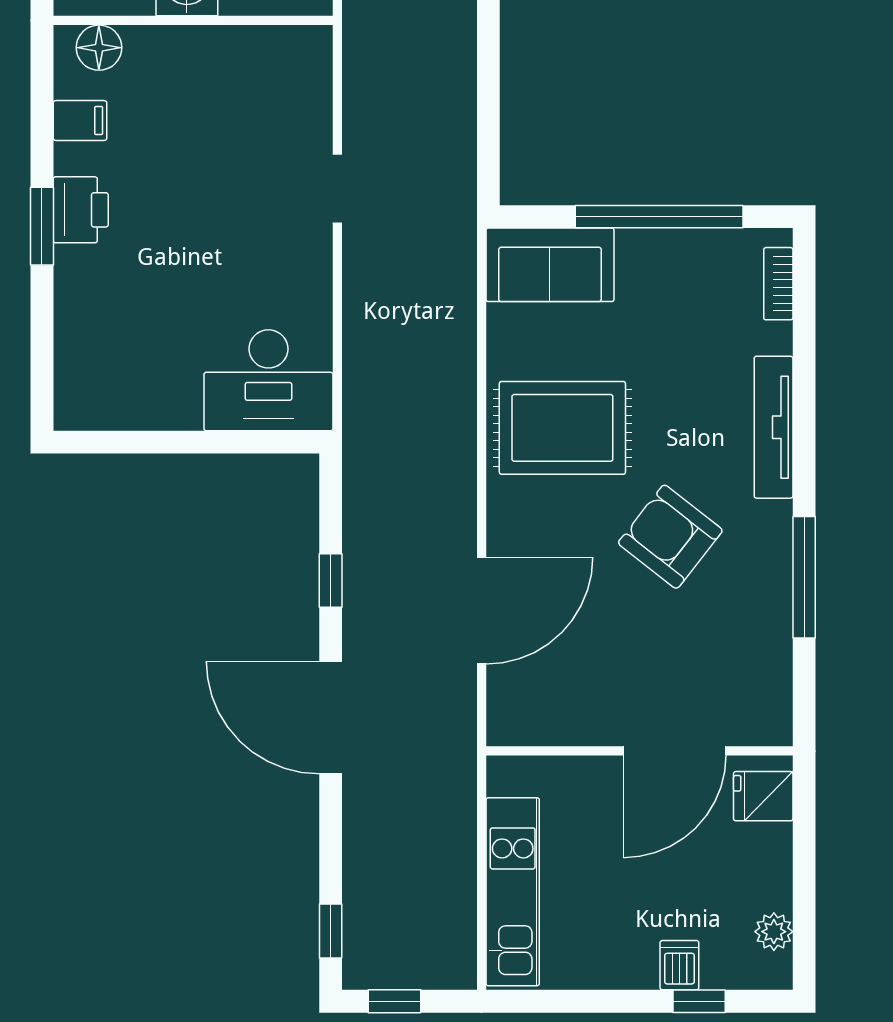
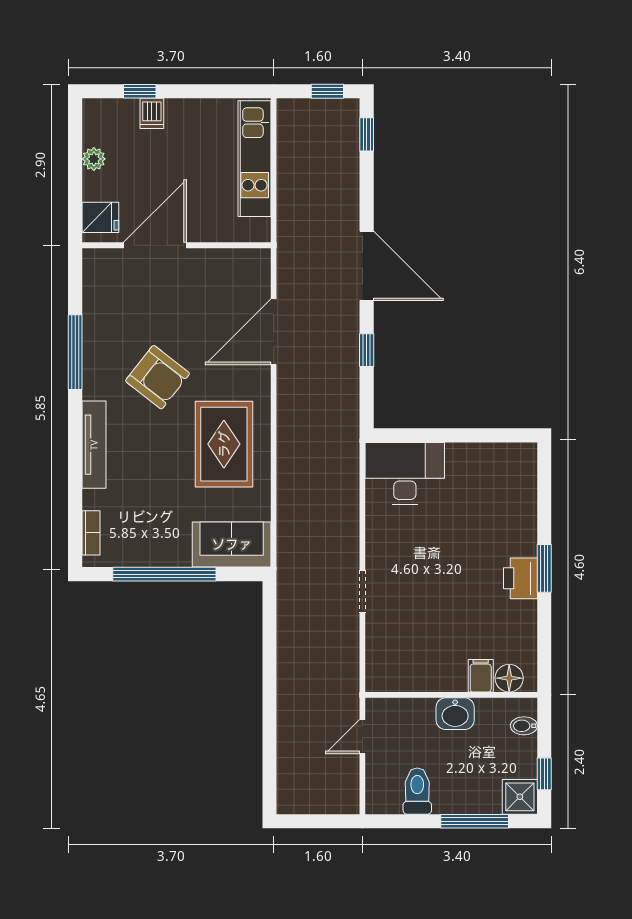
filing cabinet: (80, 121) -> (481, 676), moved, turned 90
rug: (562, 428) -> (224, 444), turned 90
plant: (774, 932) -> (94, 159), moved

